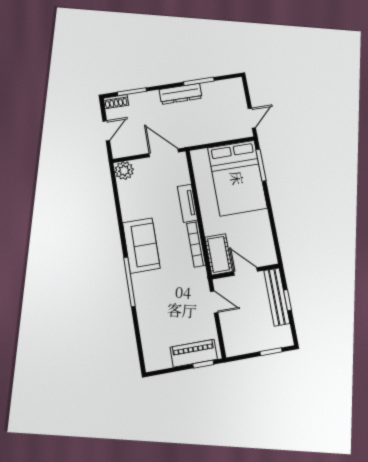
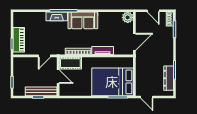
dresser: (181, 94) -> (169, 78), moved
door: (246, 271) -> (58, 77), hinge flipped
fireplace: (141, 292) -> (57, 16), added

